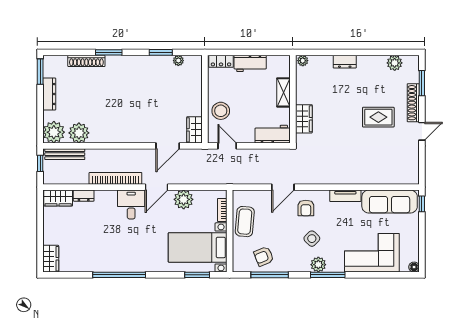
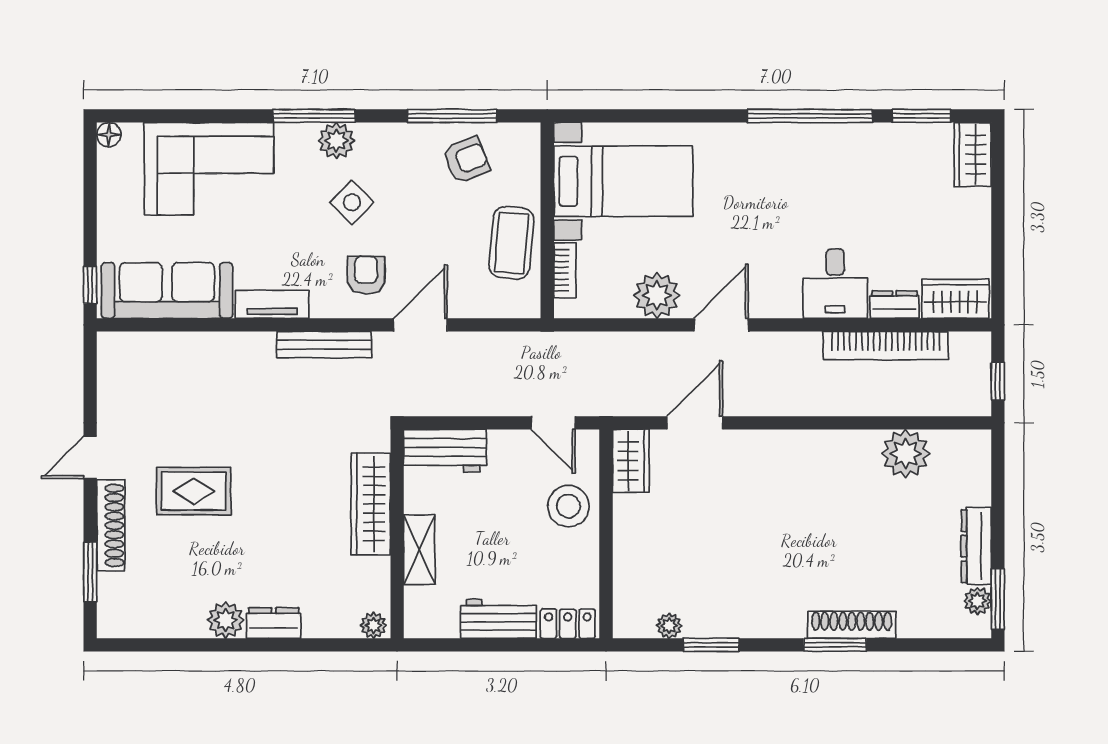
shoe rack: (86, 61) -> (852, 625), moved
plant: (395, 63) -> (226, 620), moved
wardrobe: (304, 119) -> (371, 504), width x1.50
plant: (54, 132) -> (977, 601), moved, width x0.53, depth x0.53
bench: (65, 154) -> (324, 345), moved
bookcase: (115, 178) -> (886, 346), moved
desk: (131, 204) -> (835, 284), moved
window: (197, 275) -> (921, 116), moved

